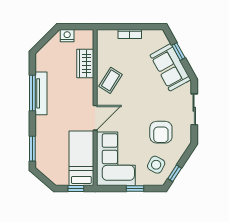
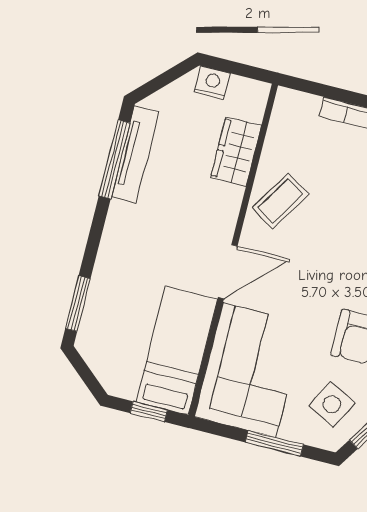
window: (32, 93) -> (114, 159), moved
tv unit: (41, 93) -> (135, 155), moved
window: (135, 189) -> (274, 443), width x1.50

